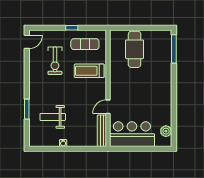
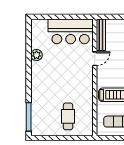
cafe table: (135, 49) -> (68, 116), width x0.73, depth x0.74
plant: (166, 131) -> (37, 55), moved

